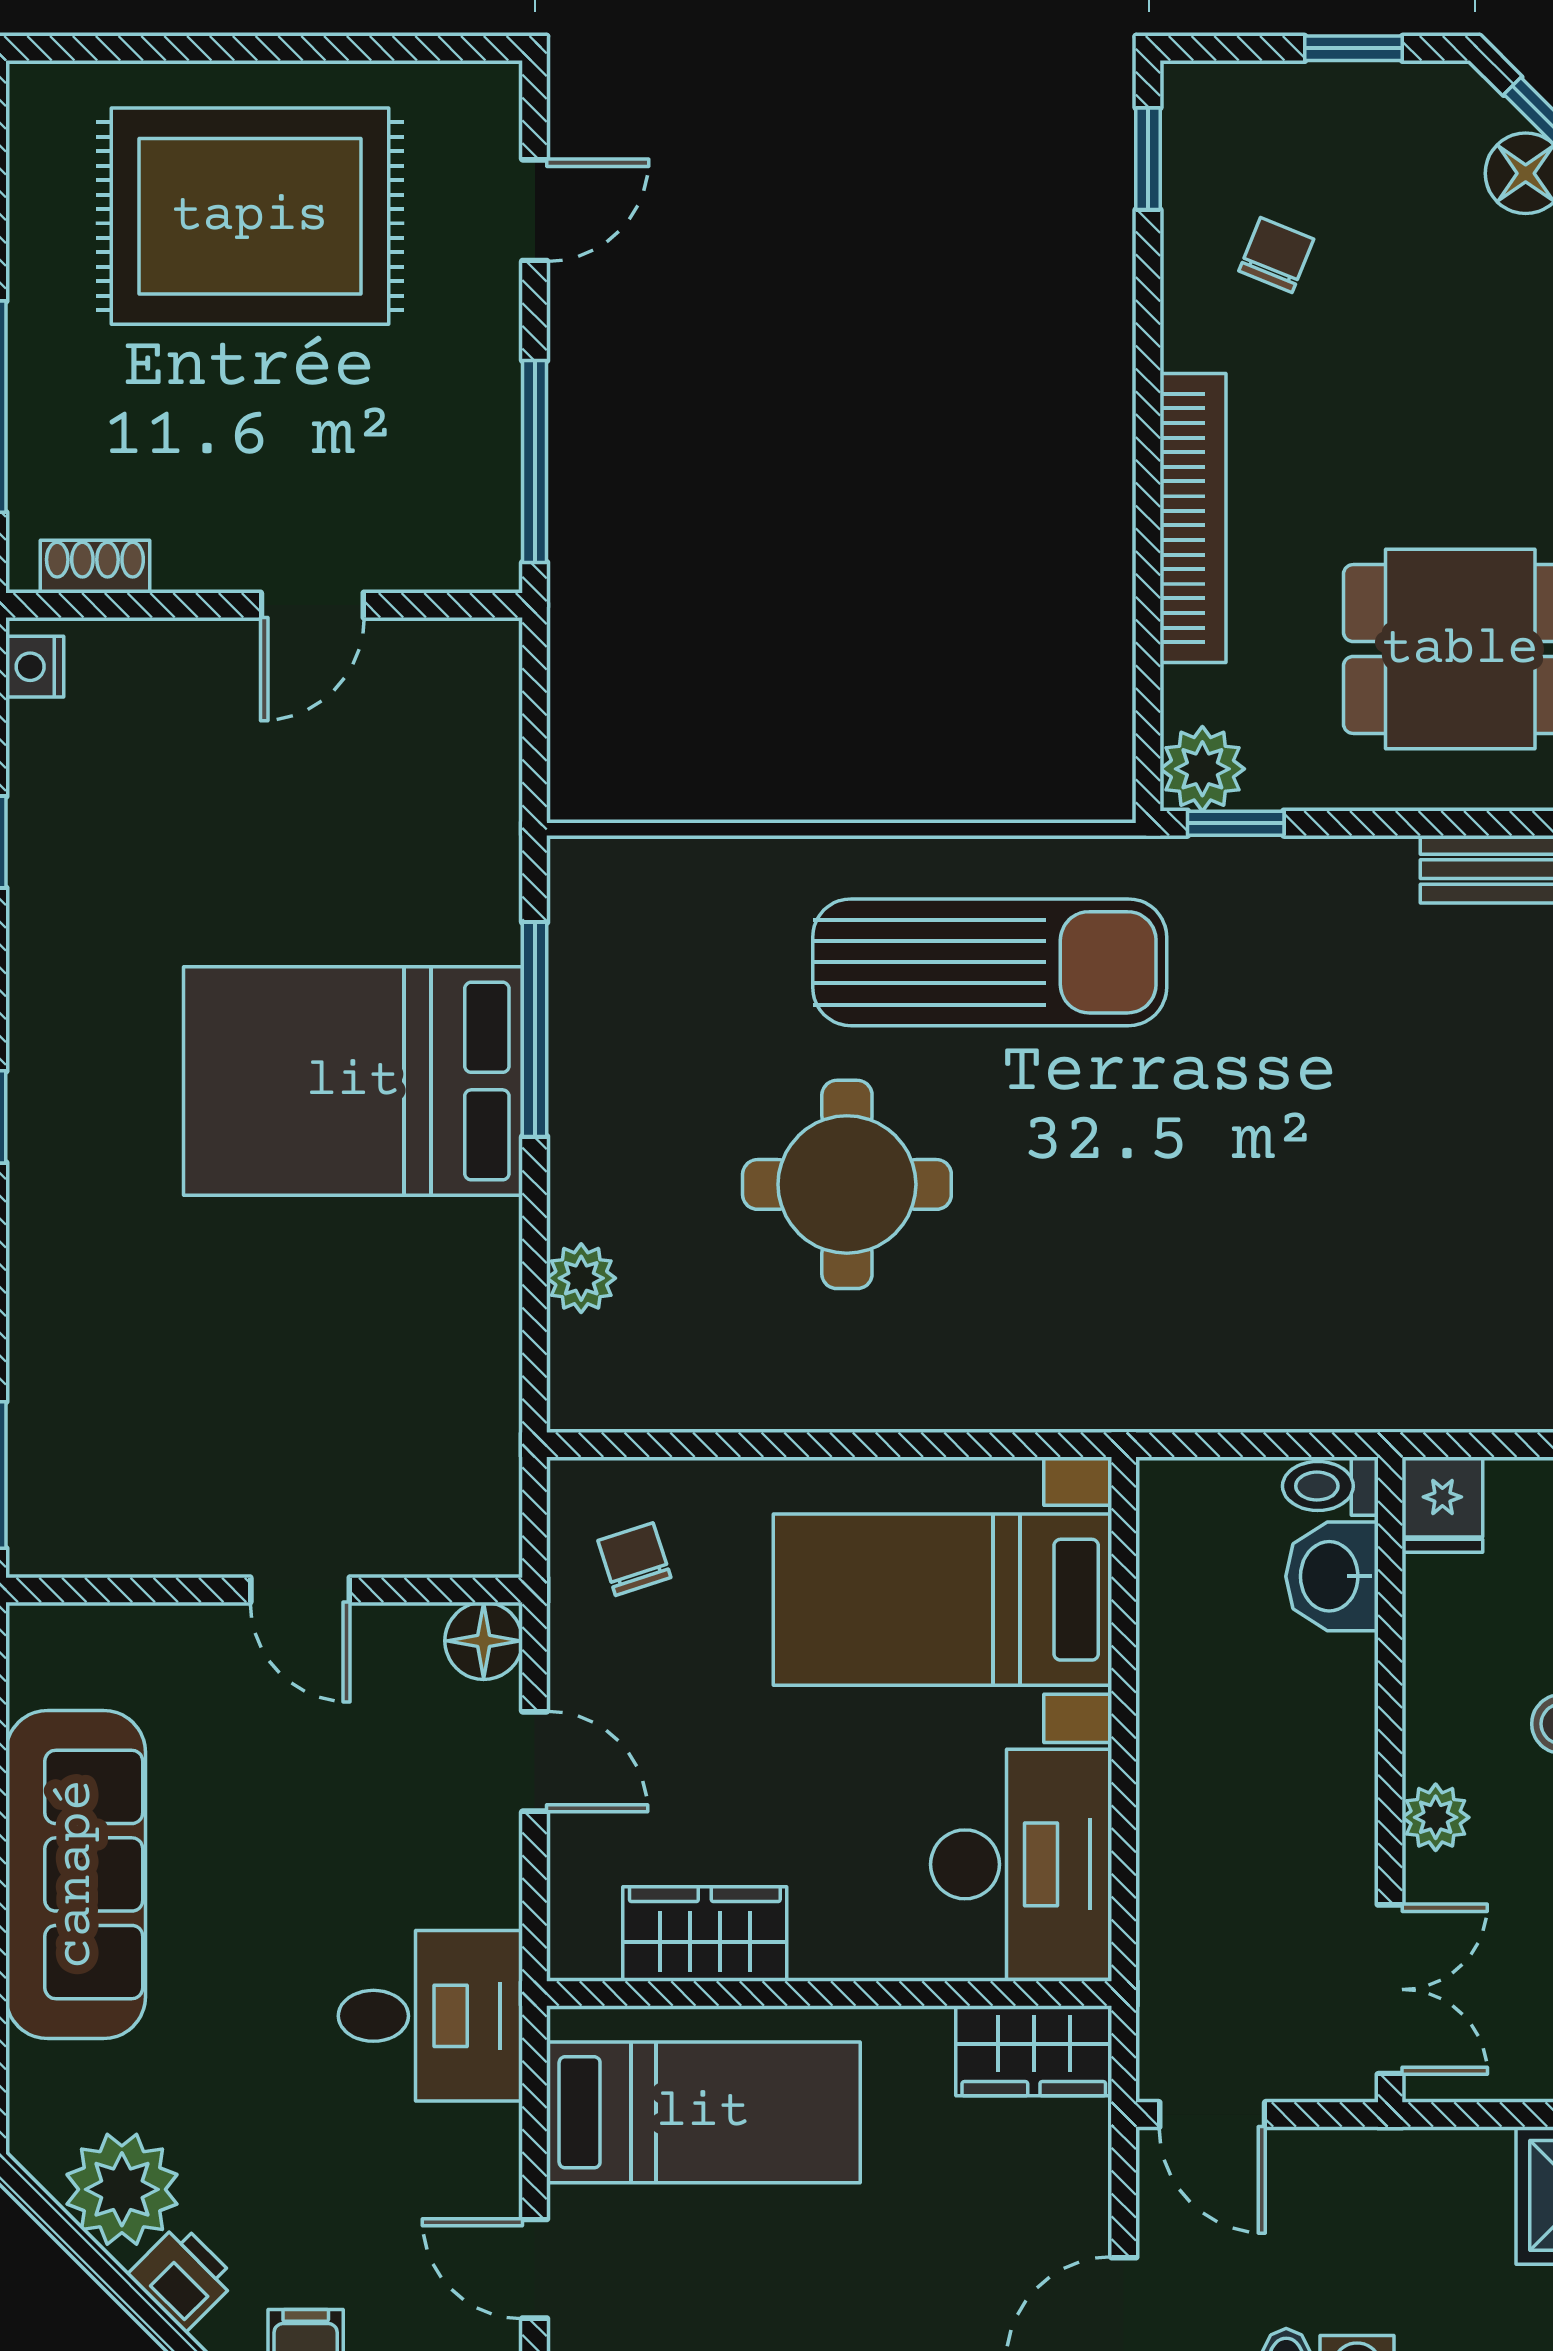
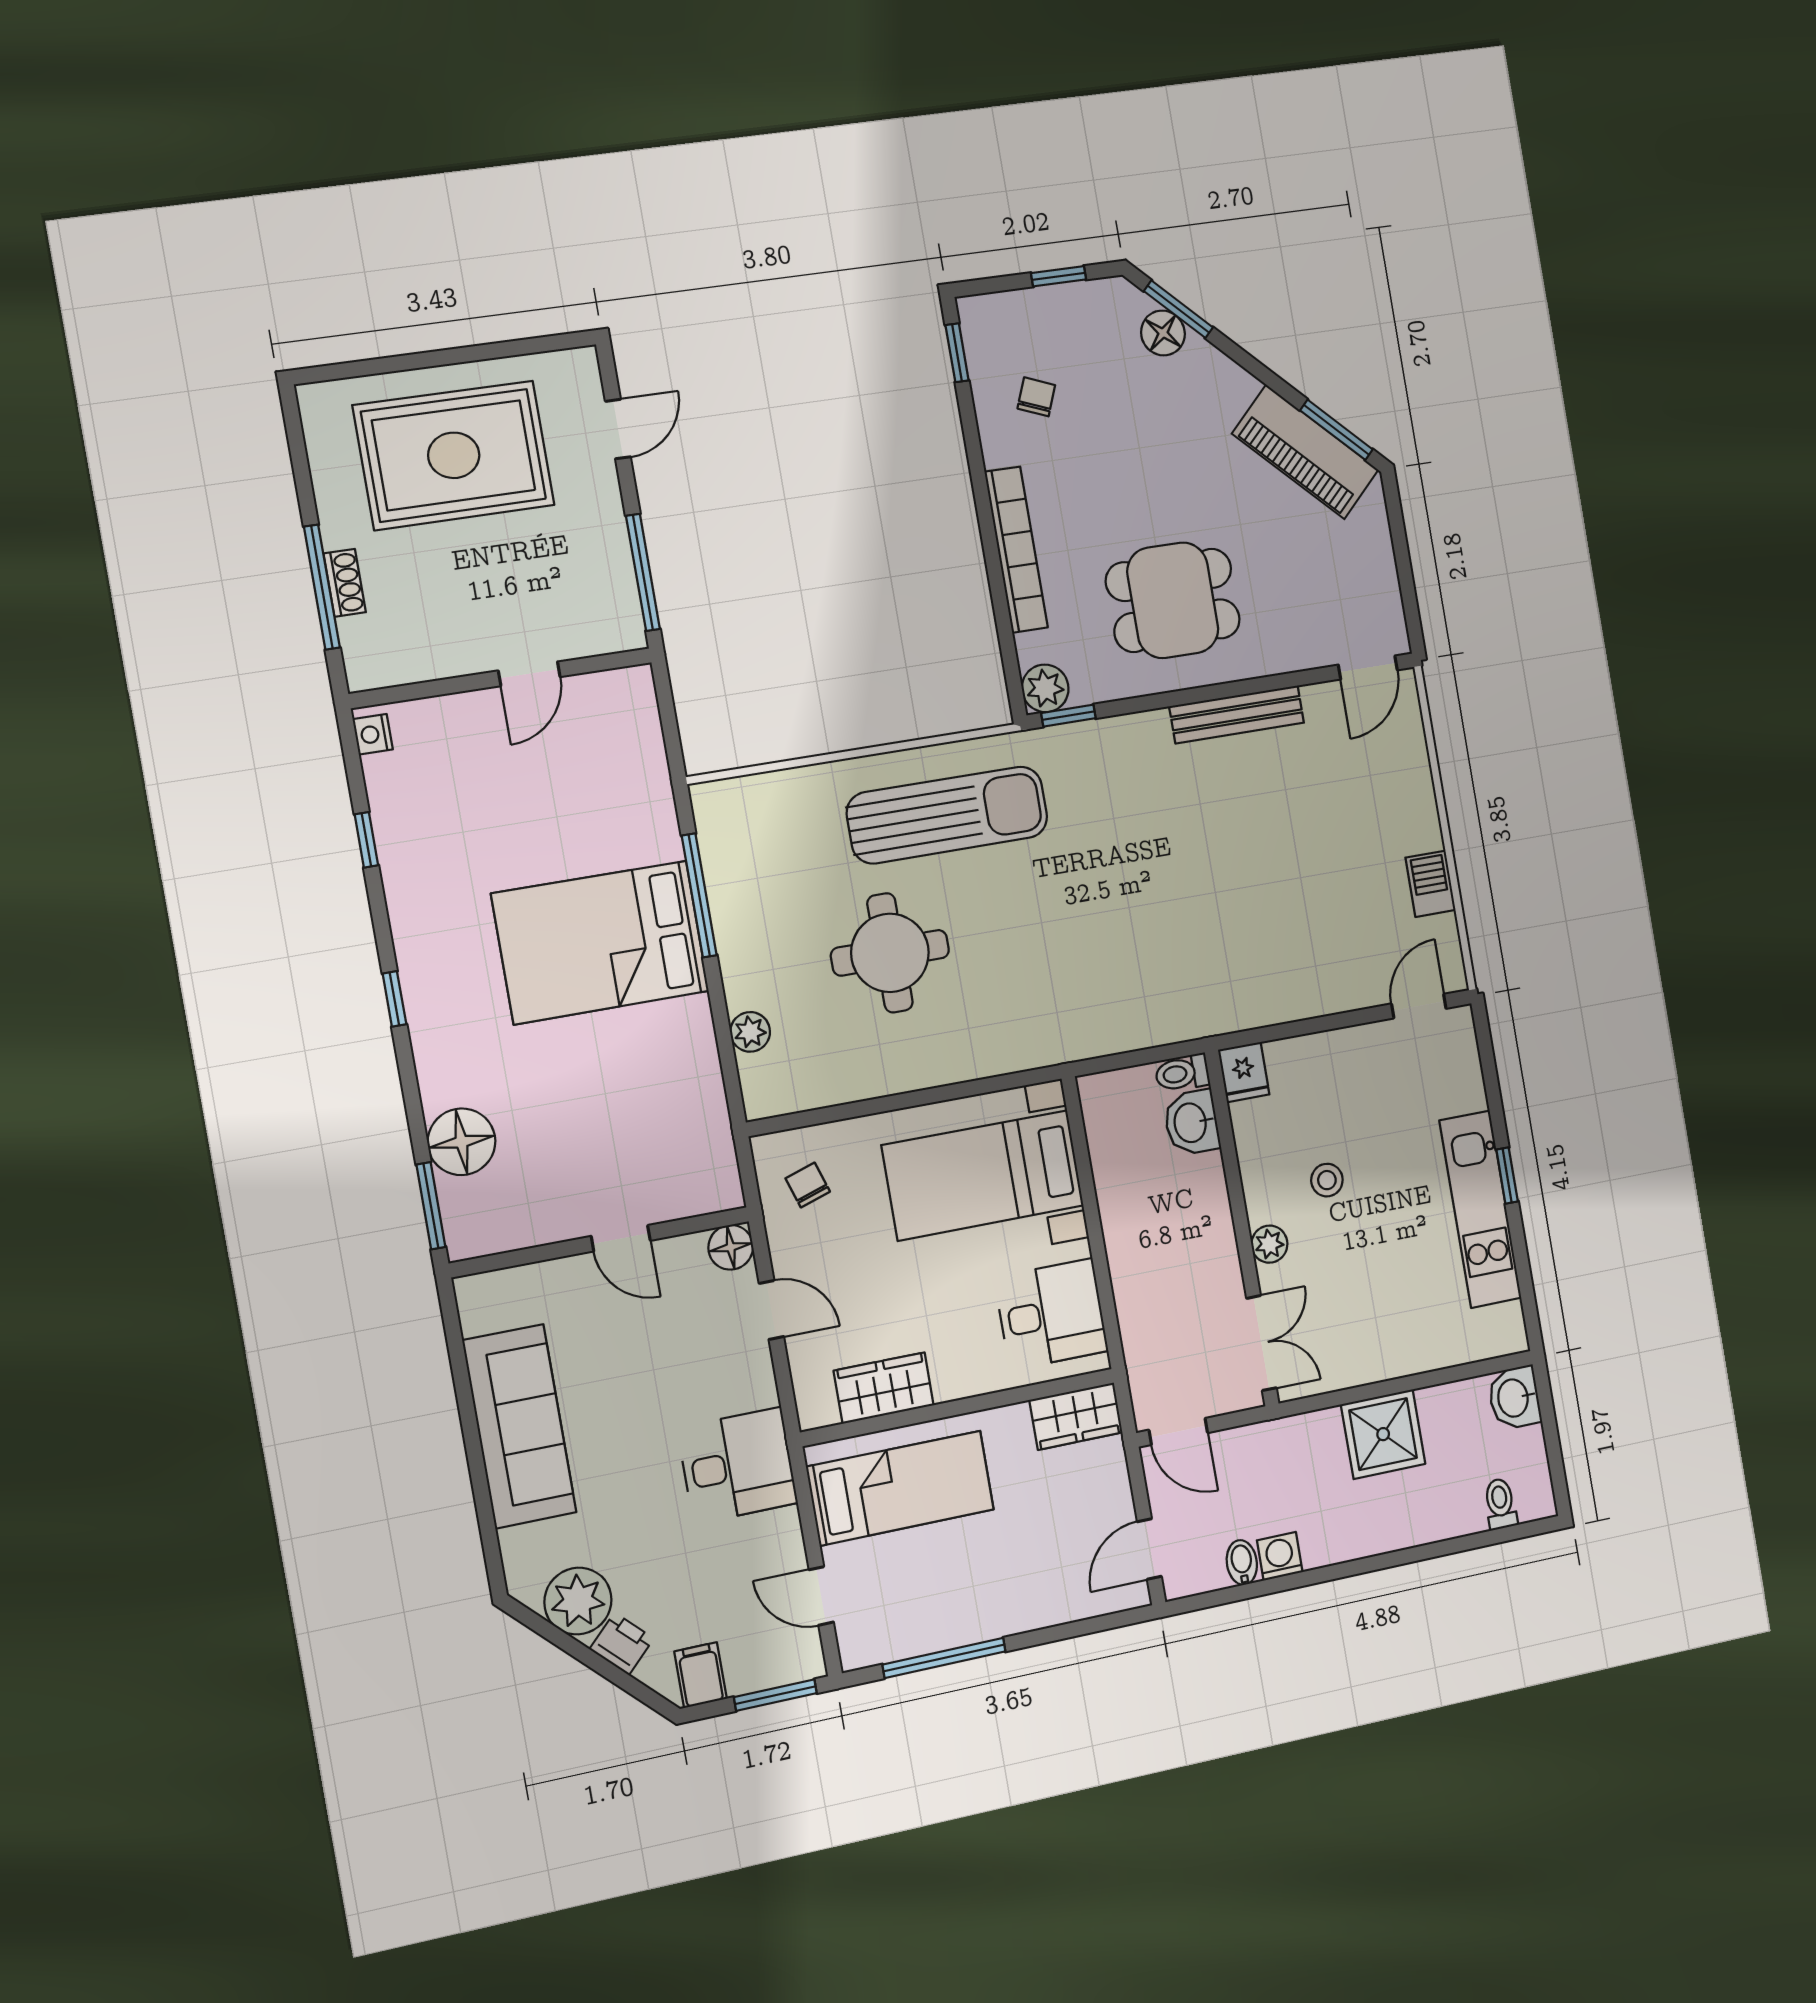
shoe rack: (95, 567) -> (345, 583), moved, turned 90
floor lamp: (63, 1377) -> (461, 1142), added
desk: (1021, 1864) -> (1051, 1314), width x0.73

